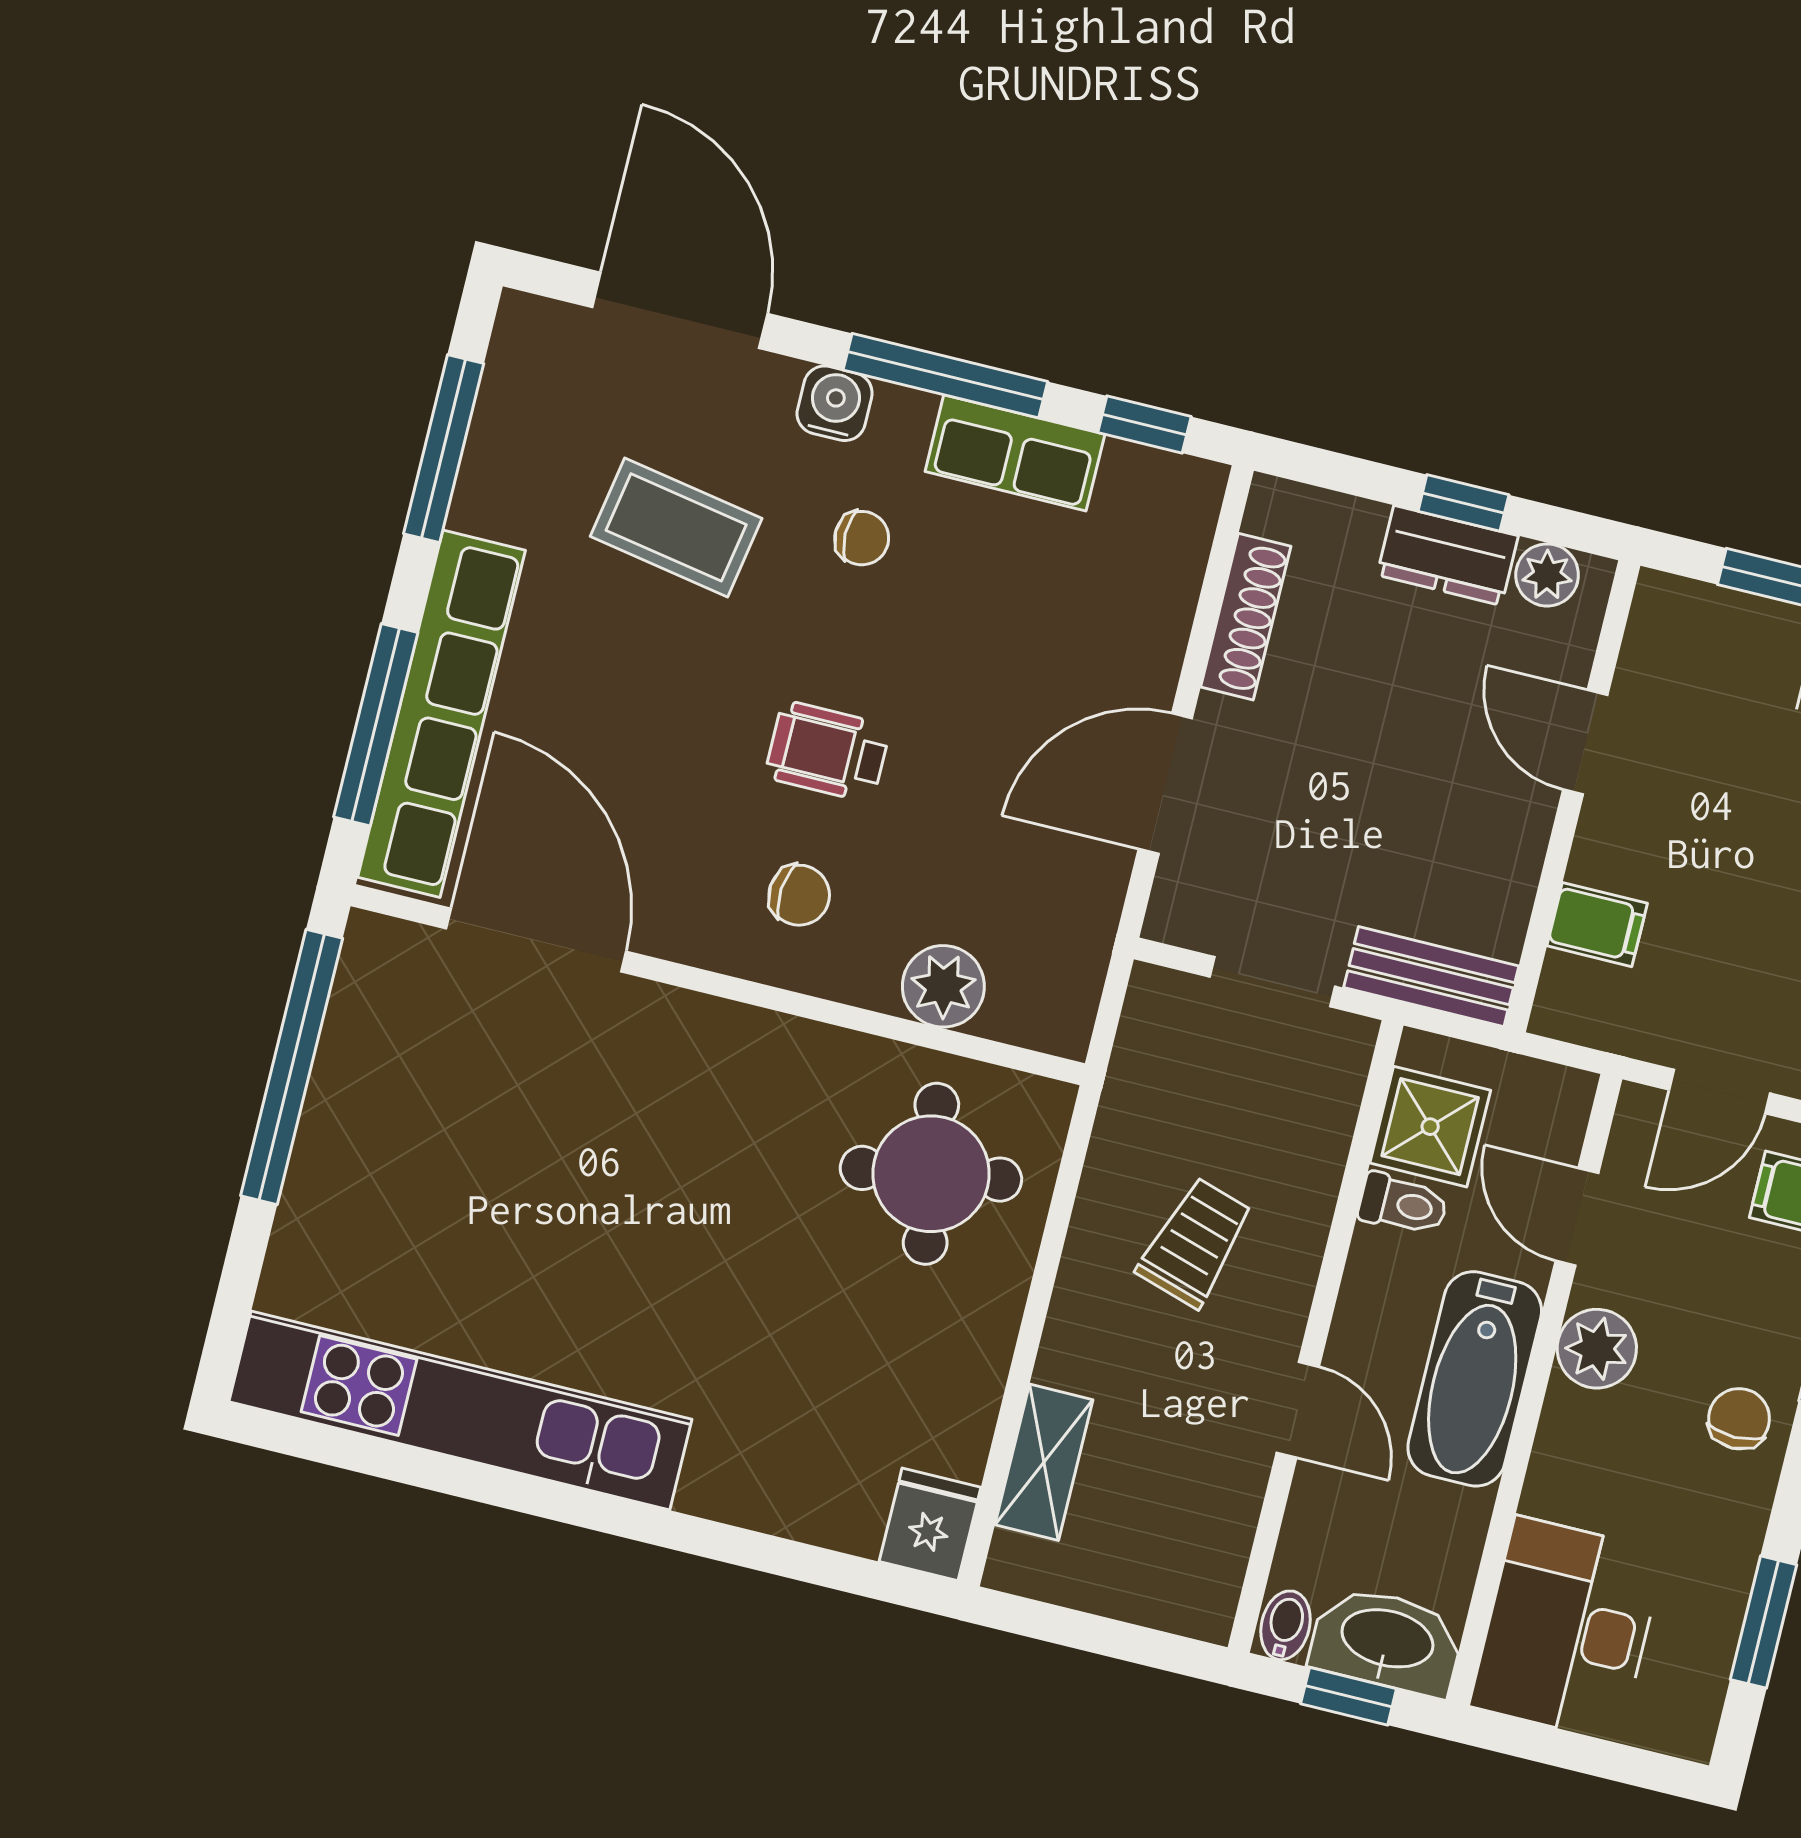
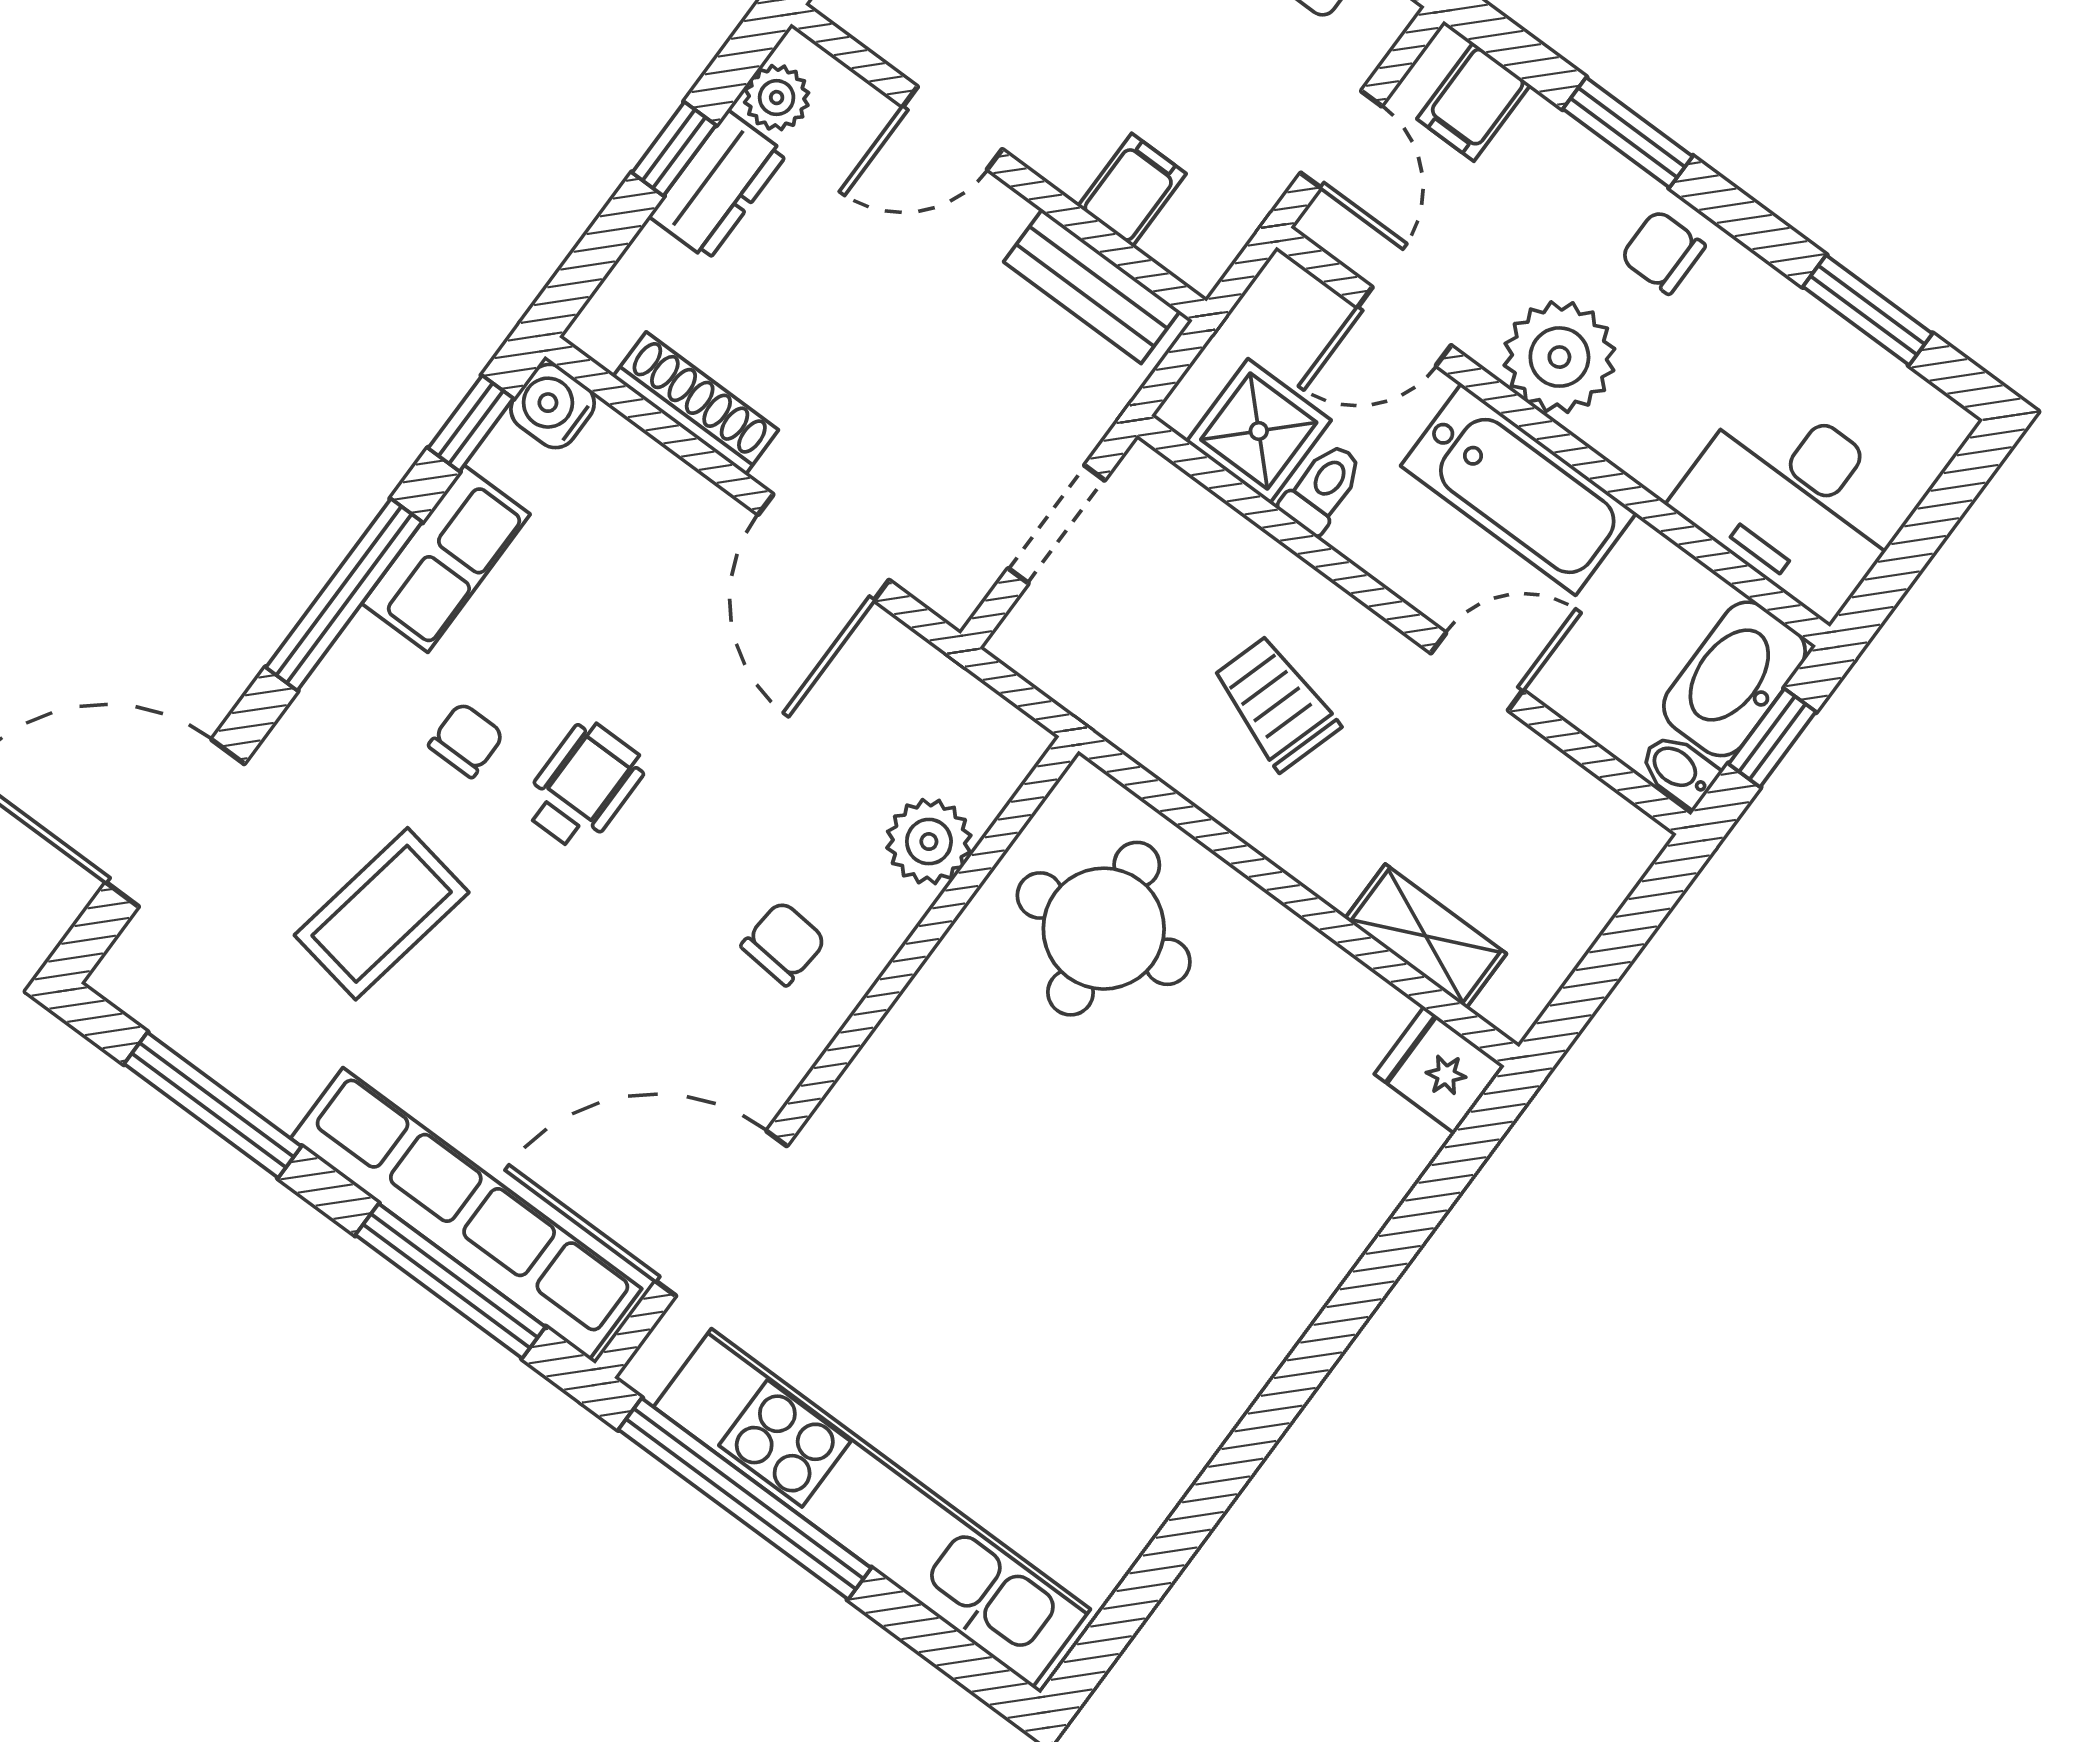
water cooler: (835, 403) -> (553, 406), moved
wheelchair: (827, 752) -> (583, 786), moved, turned 180
bench: (1431, 977) -> (1092, 286), moved, turned 90
plant: (1597, 1349) -> (1559, 357), width x1.36, depth x1.36
kitchen unit: (460, 1410) -> (872, 1508), moved, turned 90

